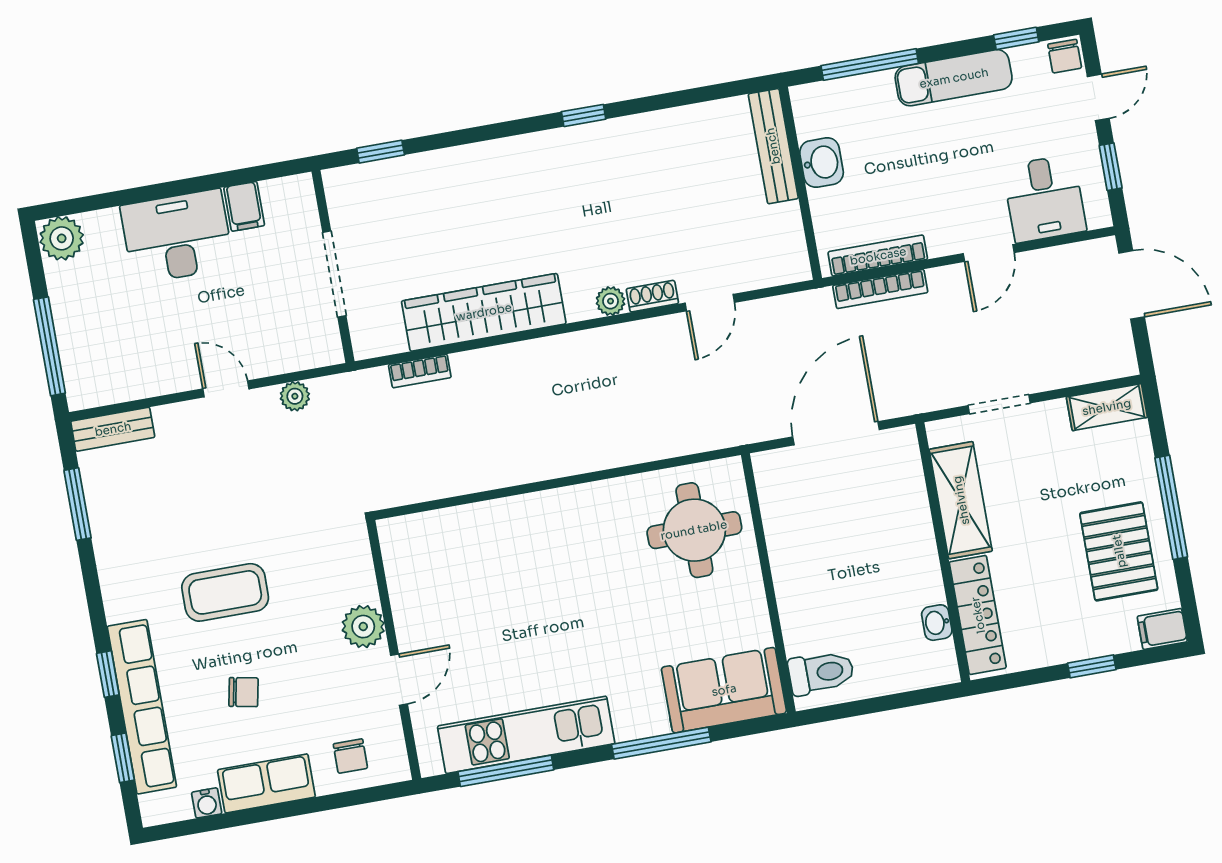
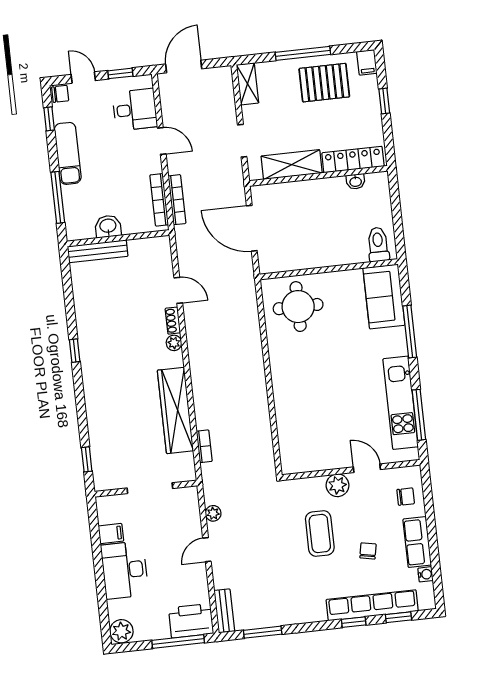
printer: (90, 368) -> (191, 621), added
coffee table: (225, 592) -> (320, 534), moved

